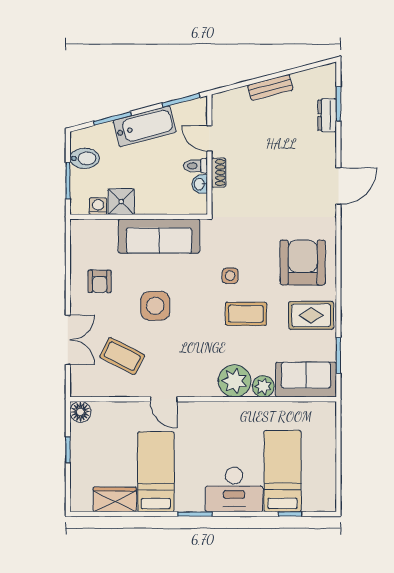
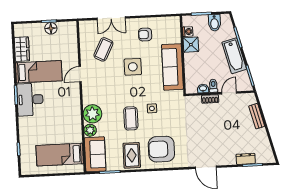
bench: (270, 87) -> (257, 116), moved
armchair: (303, 262) -> (161, 149), turned 180
floor lamp: (80, 412) -> (51, 28), moved
bed: (283, 471) -> (60, 155), moved, turned 180
desk: (234, 490) -> (30, 100), moved

